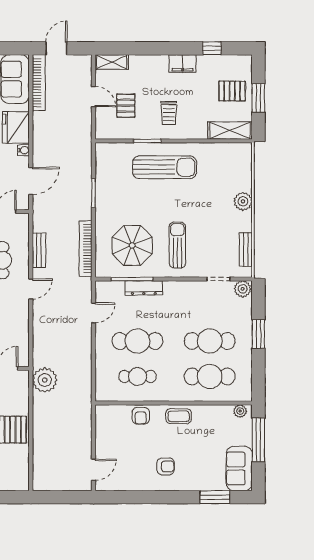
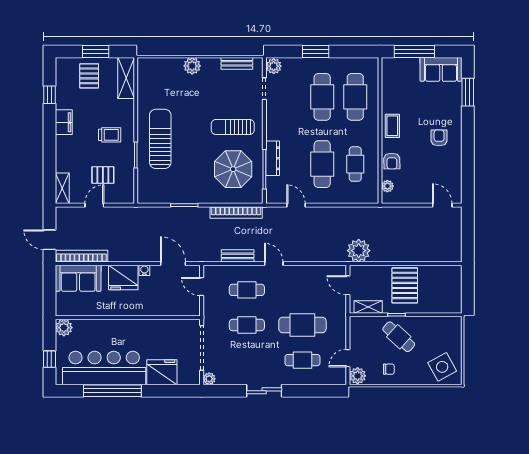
plant: (240, 411) -> (387, 186), moved
armchair: (141, 416) -> (392, 161), turned 89

